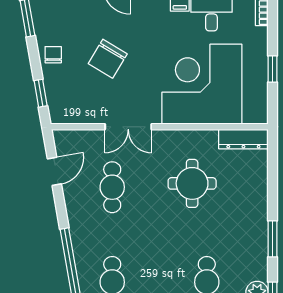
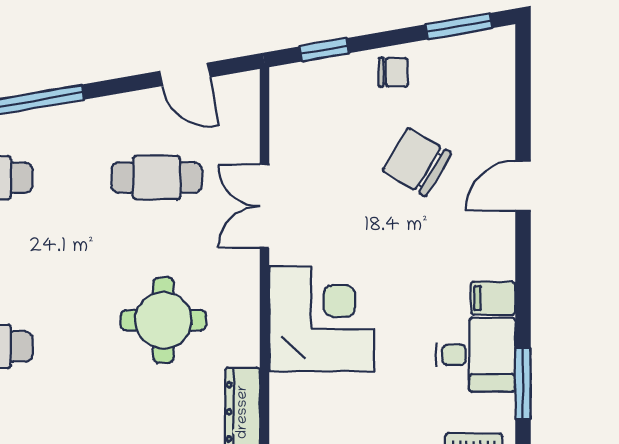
chair: (108, 59) -> (417, 162), moved
corner desk: (202, 84) -> (322, 319), width x0.74, depth x0.74

